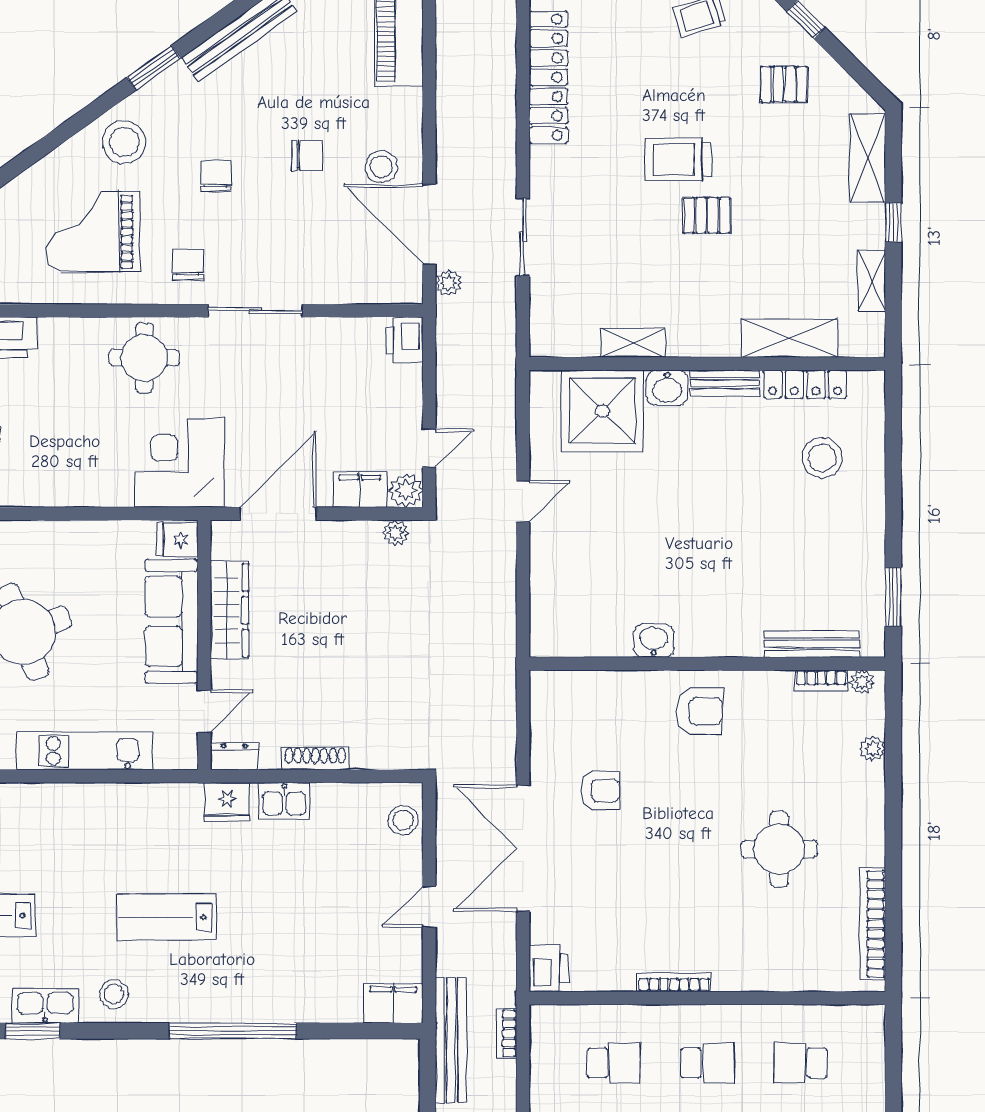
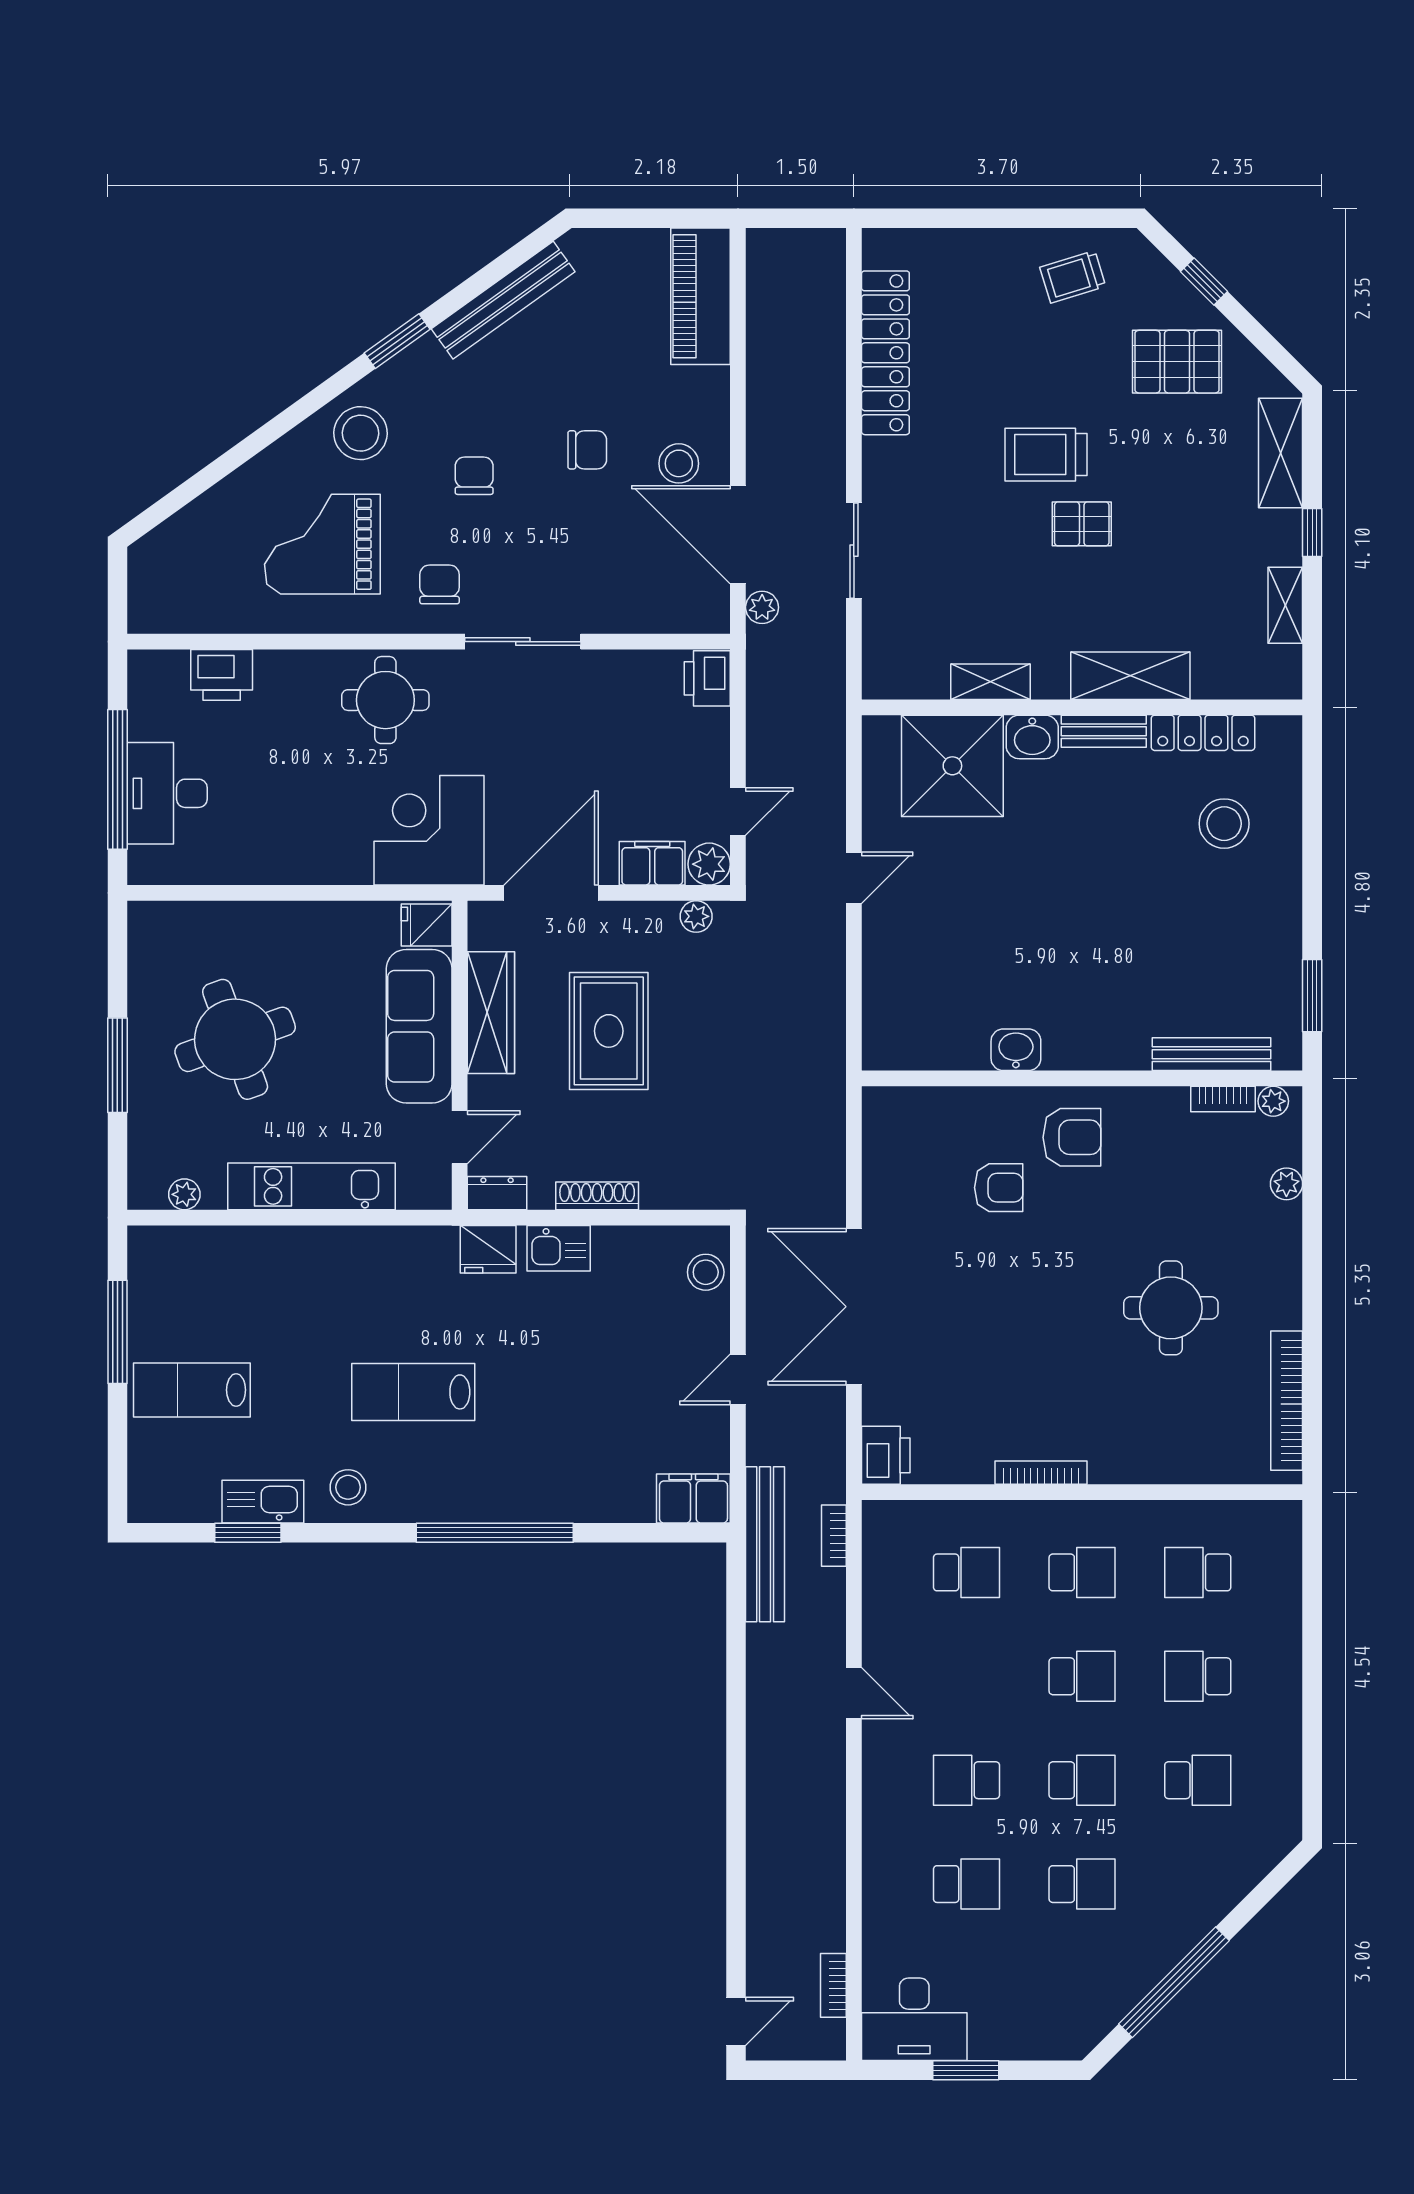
pallet: (784, 84) -> (1177, 362), width x1.50, depth x1.42
shelving: (790, 338) -> (1130, 676), moved
rug: (325, 625) -> (609, 1031), added
armchair: (600, 791) -> (999, 1188), moved

